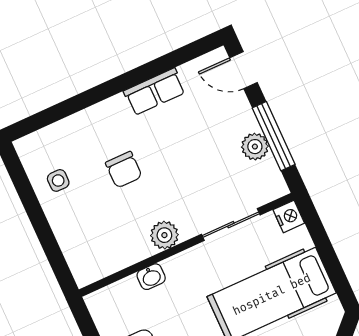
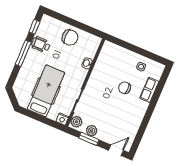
row of seats: (155, 92) -> (149, 90), moved
window: (274, 136) -> (89, 139), width x0.69
plant: (164, 235) -> (76, 122), moved

